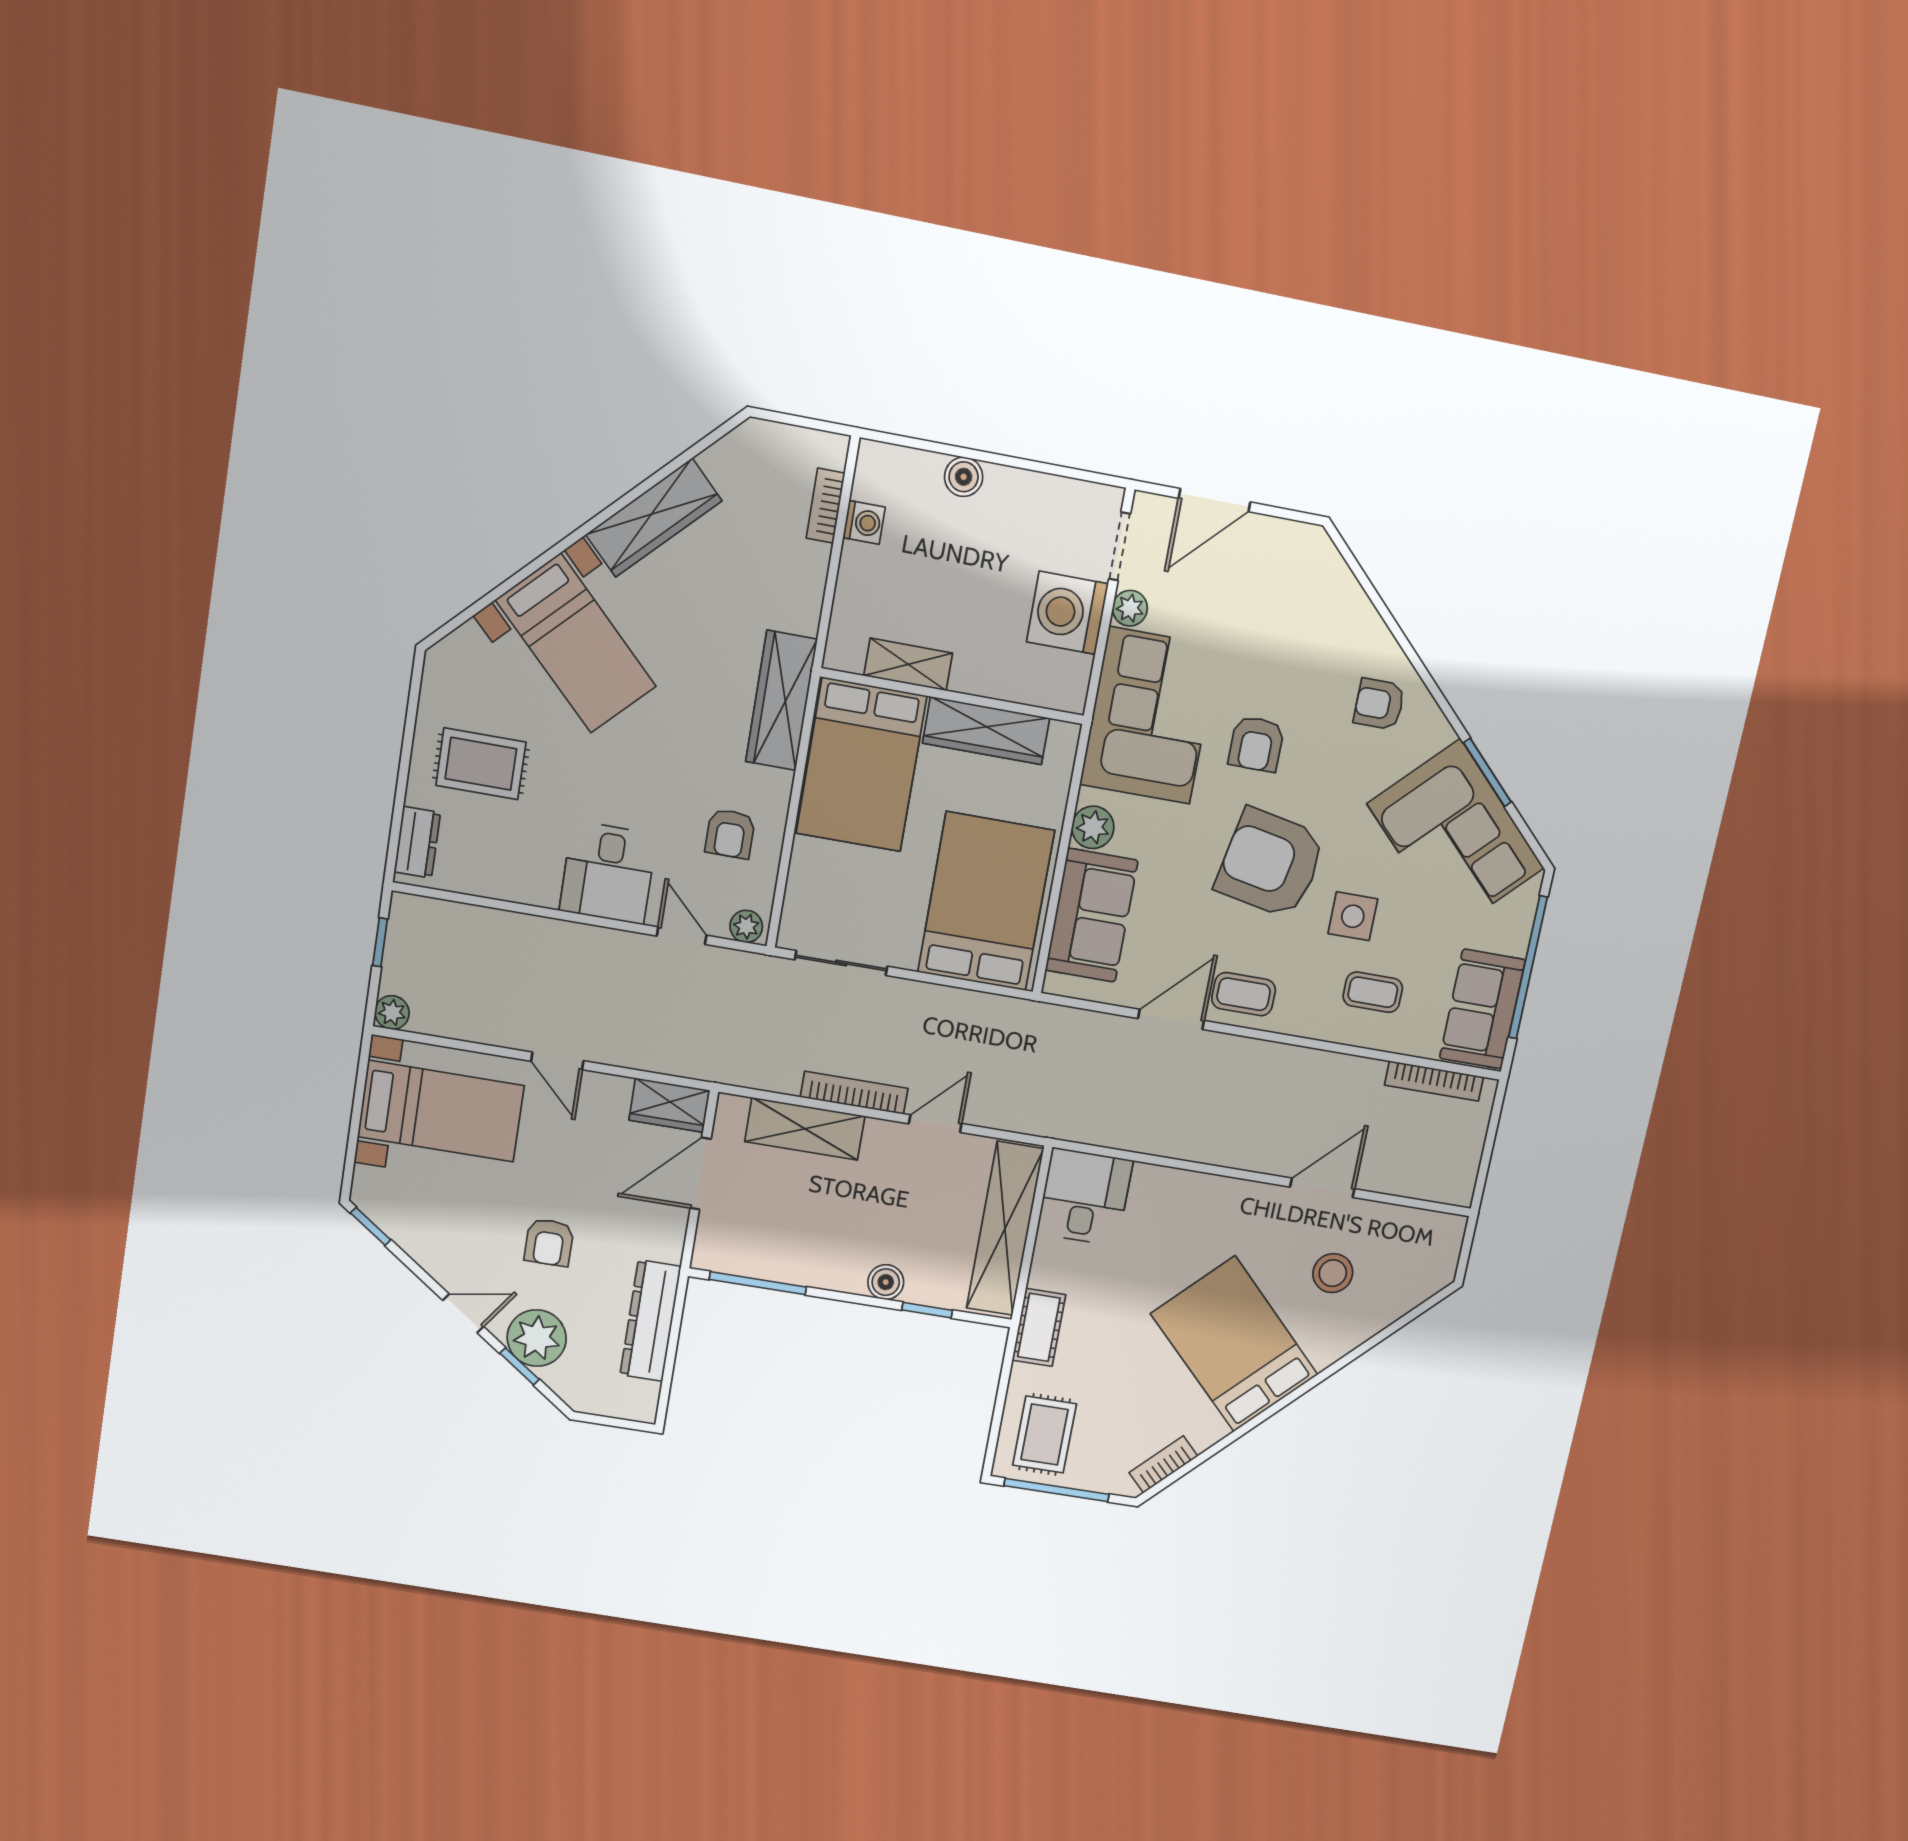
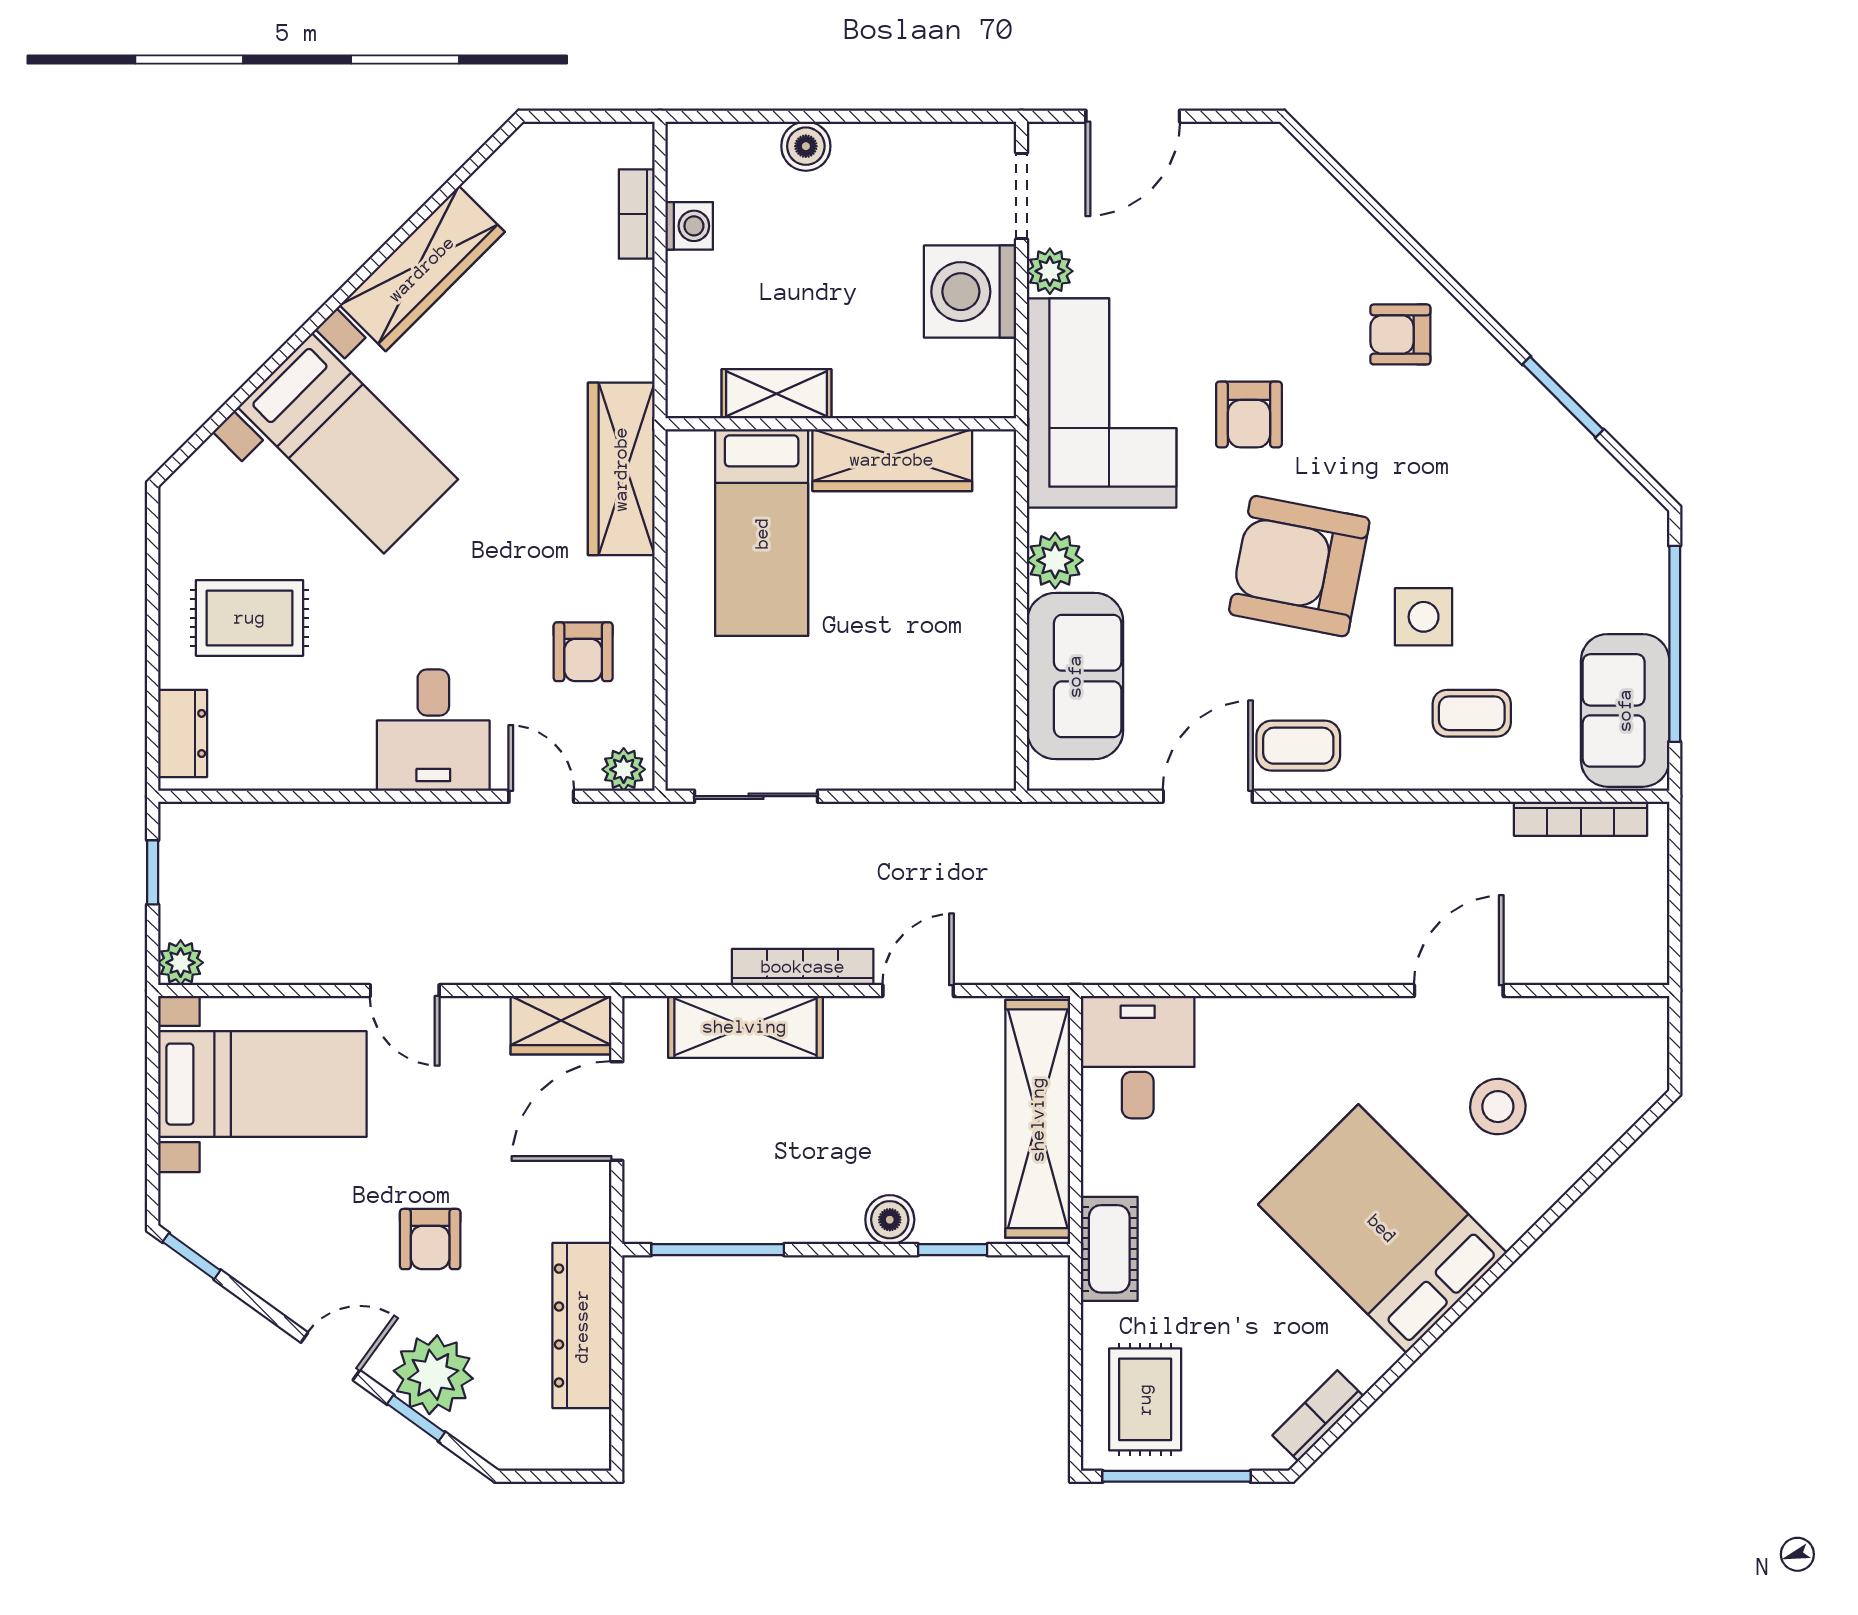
bed: (861, 765) -> (762, 533), width x0.67
corner sofa: (1456, 836) -> (1539, 487), removed
bed: (986, 901) -> (932, 682), removed

